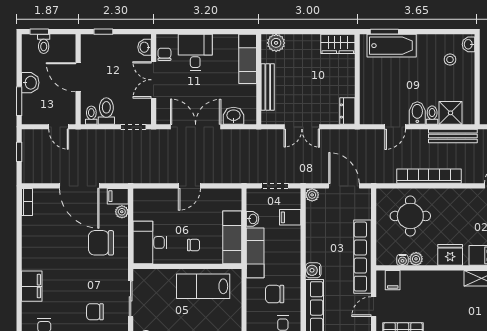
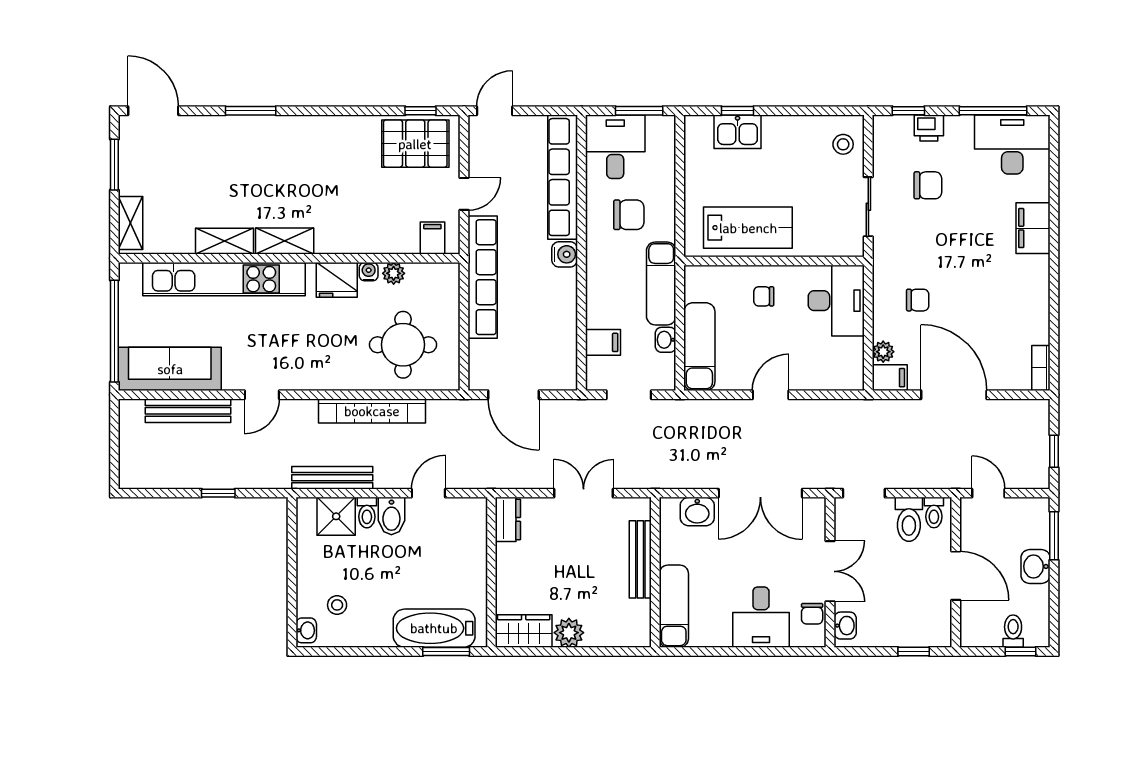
plant: (276, 43) -> (569, 633), moved
plant: (312, 195) -> (566, 380), removed
exam couch: (232, 237) -> (699, 347), moved
chair: (101, 243) -> (918, 300), width x0.54, depth x0.54
water cooler: (402, 260) -> (369, 272), moved

